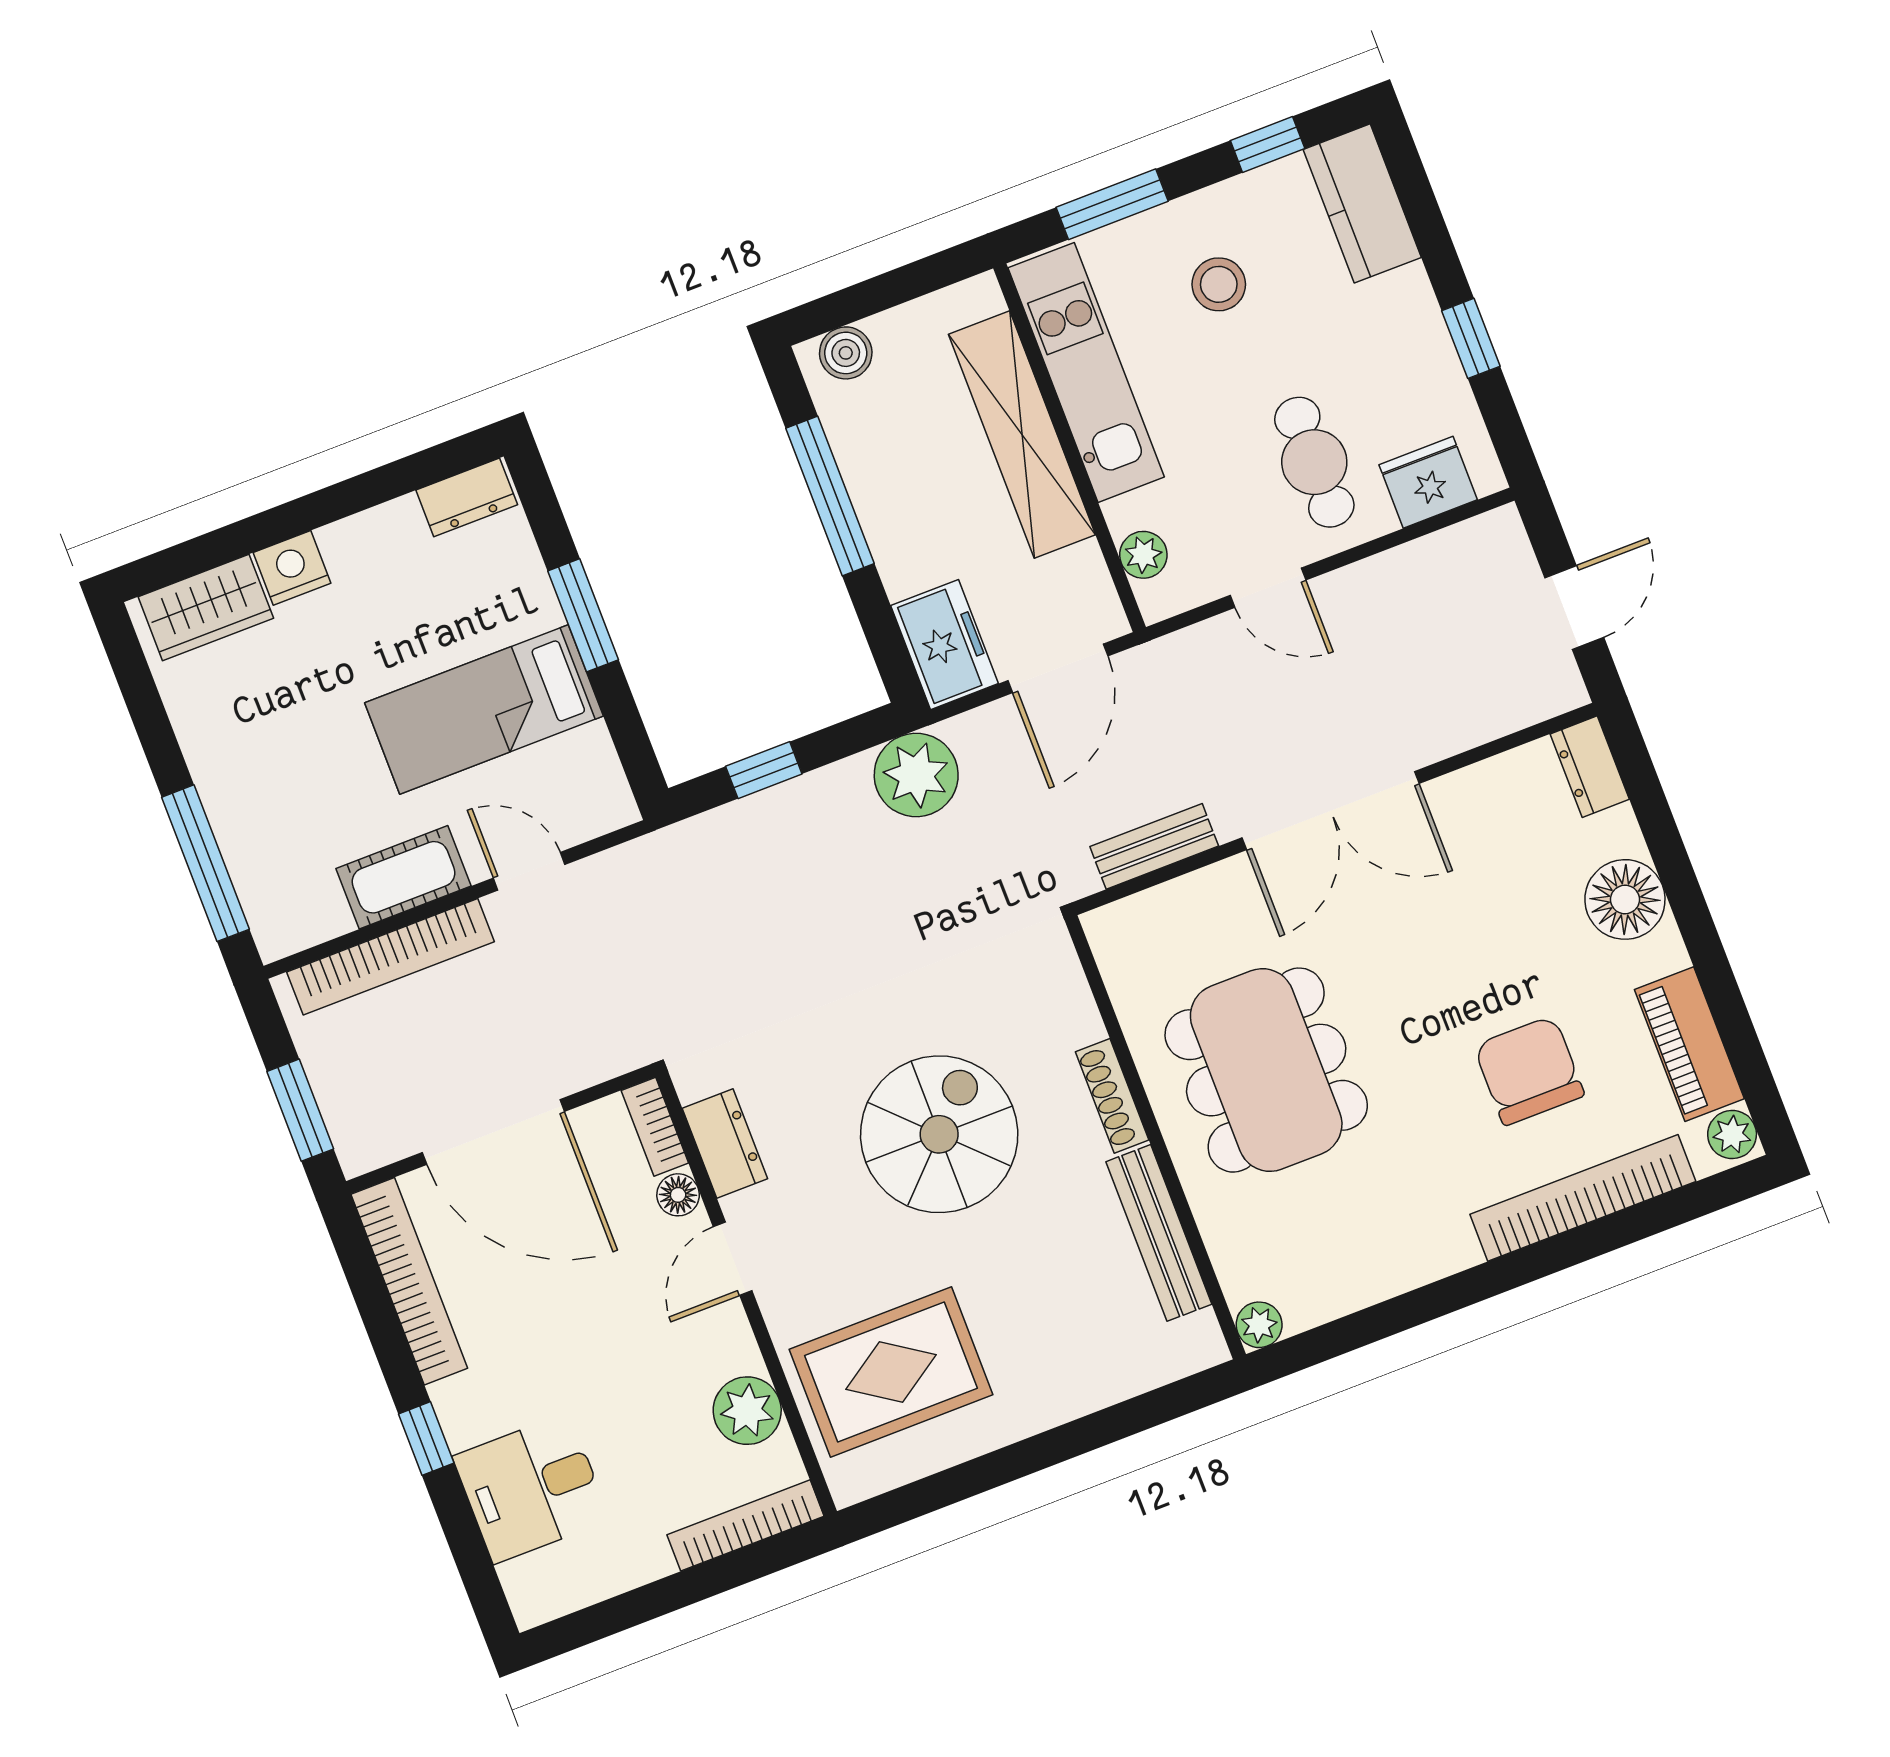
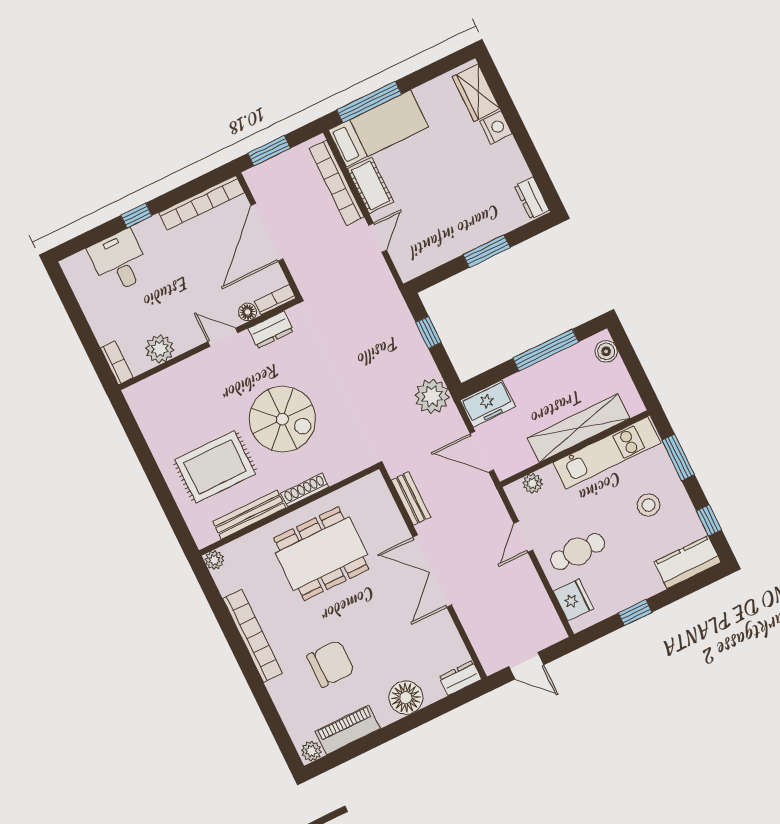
bed: (484, 709) -> (378, 128), moved, turned 90
bookcase: (1583, 1198) -> (253, 636), moved
rug: (891, 1372) -> (215, 467), moved, turned 90
bookcase: (745, 1525) -> (117, 363), width x0.64

